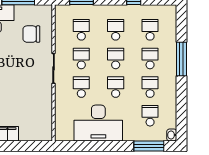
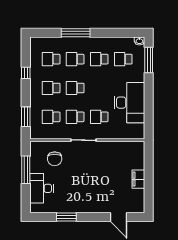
school desk: (116, 87) -> (99, 88), removed

